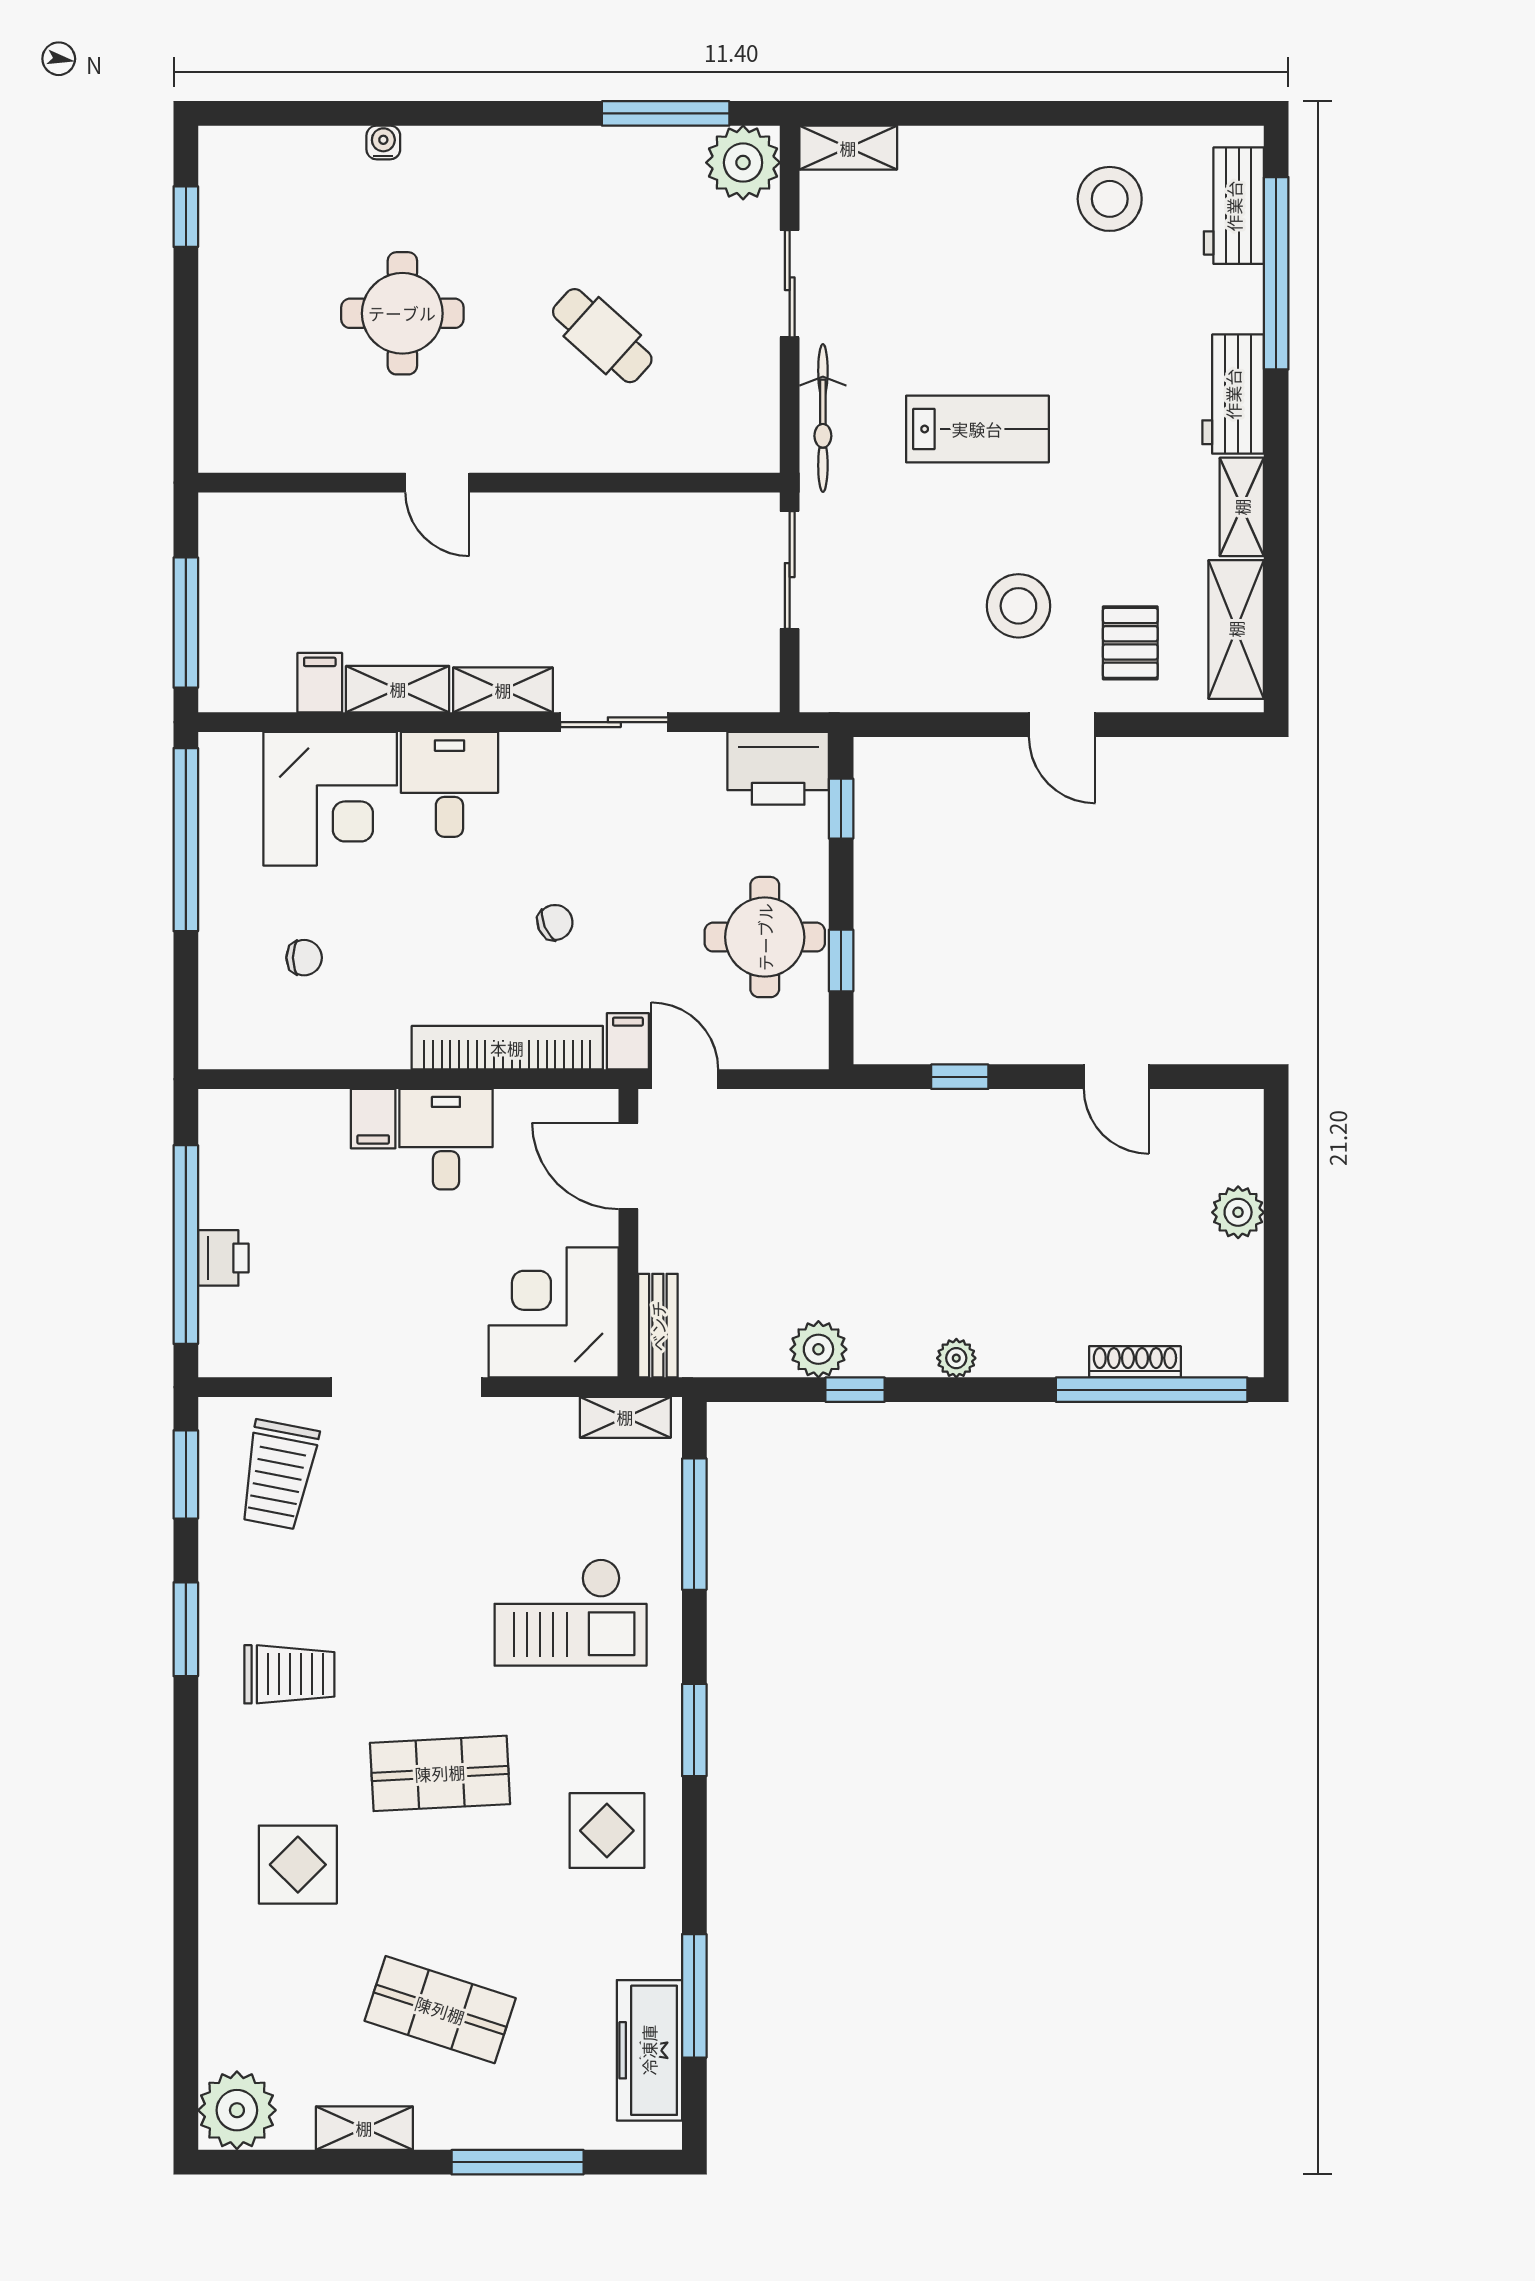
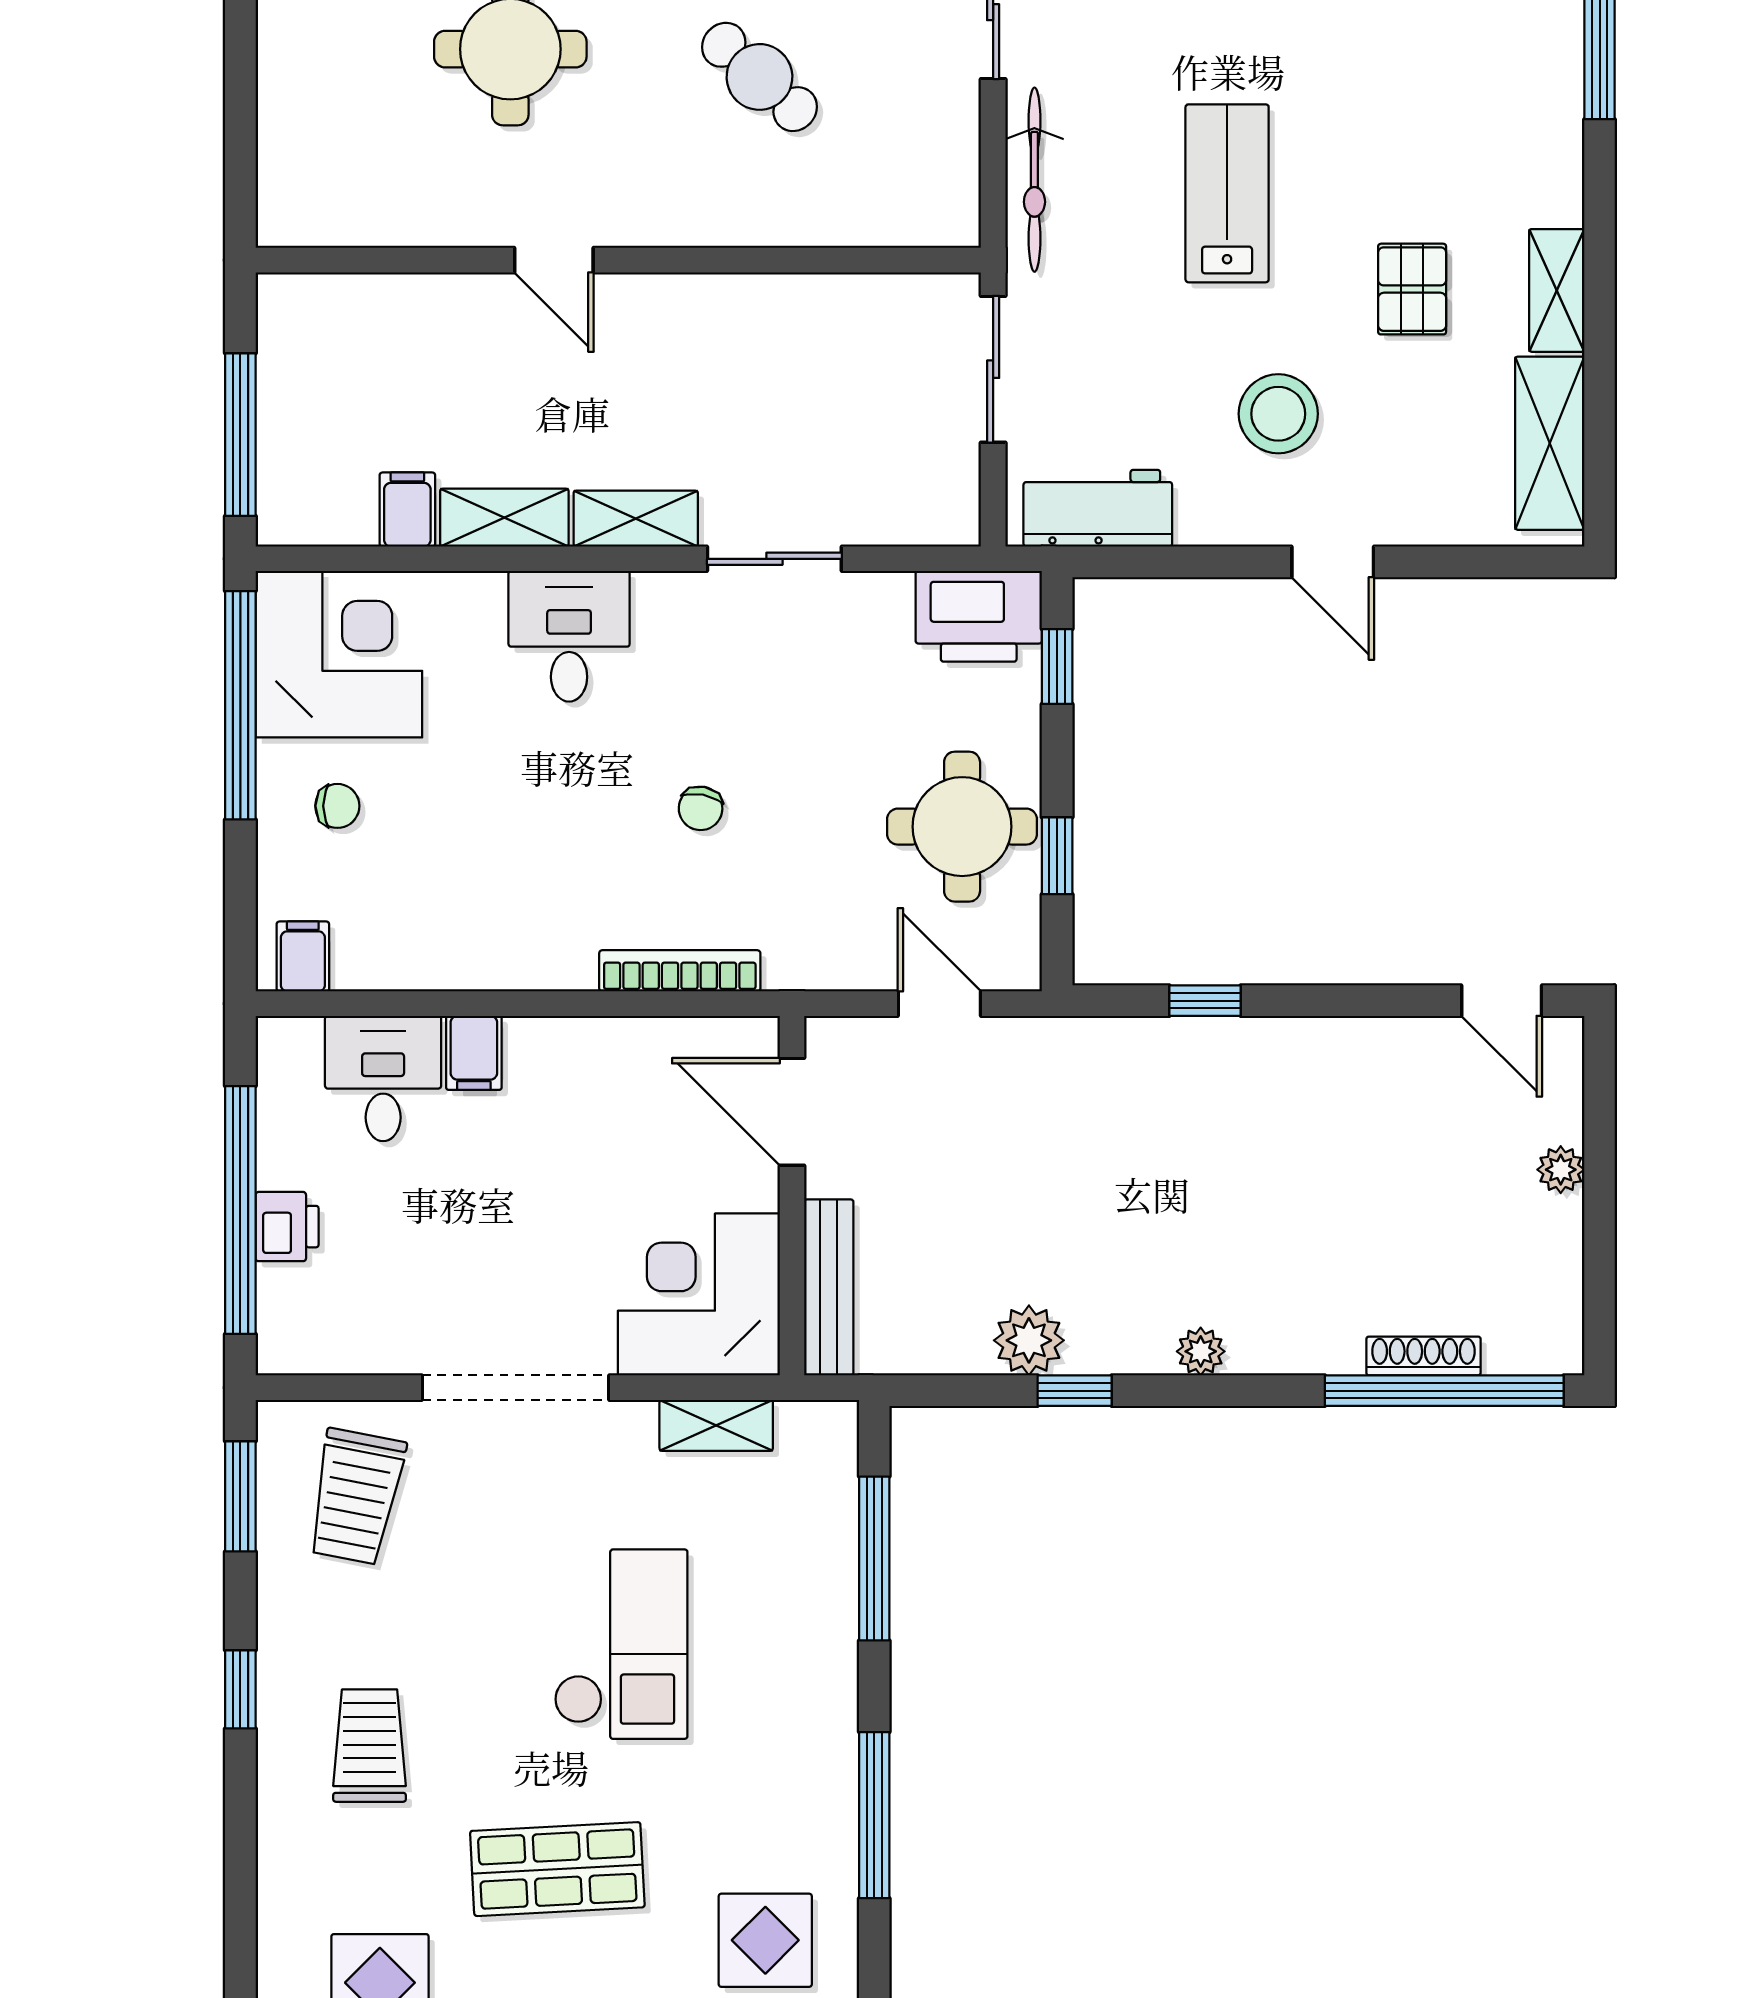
workbench: (1233, 394) -> (1098, 508), moved, turned 90
lab bench: (977, 429) -> (1227, 193), turned -90
pallet: (1130, 643) -> (1412, 289), moved
corner desk: (330, 799) -> (339, 654), moved, turned -90
chair: (555, 922) -> (701, 808), turned 124
chair: (304, 958) -> (337, 806), moved
filing cabinet: (628, 1041) -> (303, 956), moved
bookcase: (507, 1048) -> (680, 971), width x0.68, depth x0.76
door: (1116, 1077) -> (1502, 1001), moved
door: (685, 1079) -> (939, 1004), moved
desk: (446, 1139) -> (383, 1079), moved
plant: (1238, 1212) -> (1561, 1170), width x0.73, depth x0.73
bench: (658, 1326) -> (829, 1287), width x1.36
shelving: (625, 1417) -> (716, 1425), moved
checkout: (571, 1612) -> (621, 1644), moved, turned -90
window: (186, 1629) -> (240, 1689), width x0.67
trolley: (289, 1674) -> (370, 1746), turned -90
window: (694, 1730) -> (874, 1815), width x1.44

